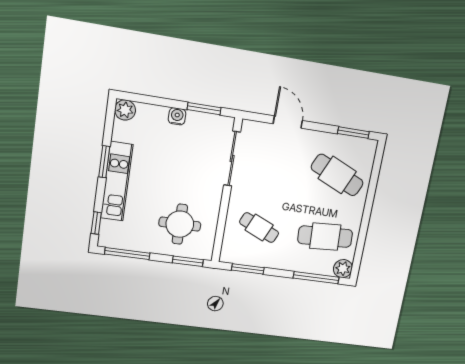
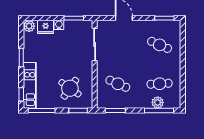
fridge: (153, 116) -> (46, 27), added
cafe table: (337, 175) -> (160, 45), width x0.73, depth x0.74
kitchen unit: (117, 181) -> (30, 85), moved
round table: (180, 224) -> (70, 88), turned 35
cafe table: (325, 237) -> (160, 84), width x0.73, depth x0.74
plant: (343, 269) -> (158, 102), moved

